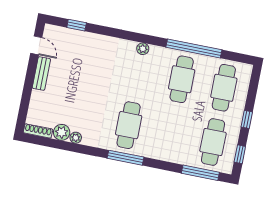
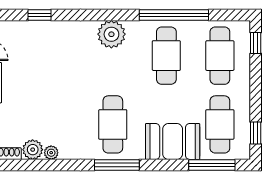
window: (77, 25) -> (40, 15), moved
plant: (143, 49) -> (111, 34), width x1.88, depth x1.88
window: (247, 119) -> (256, 43), moved
booth: (173, 148) -> (173, 142), added

